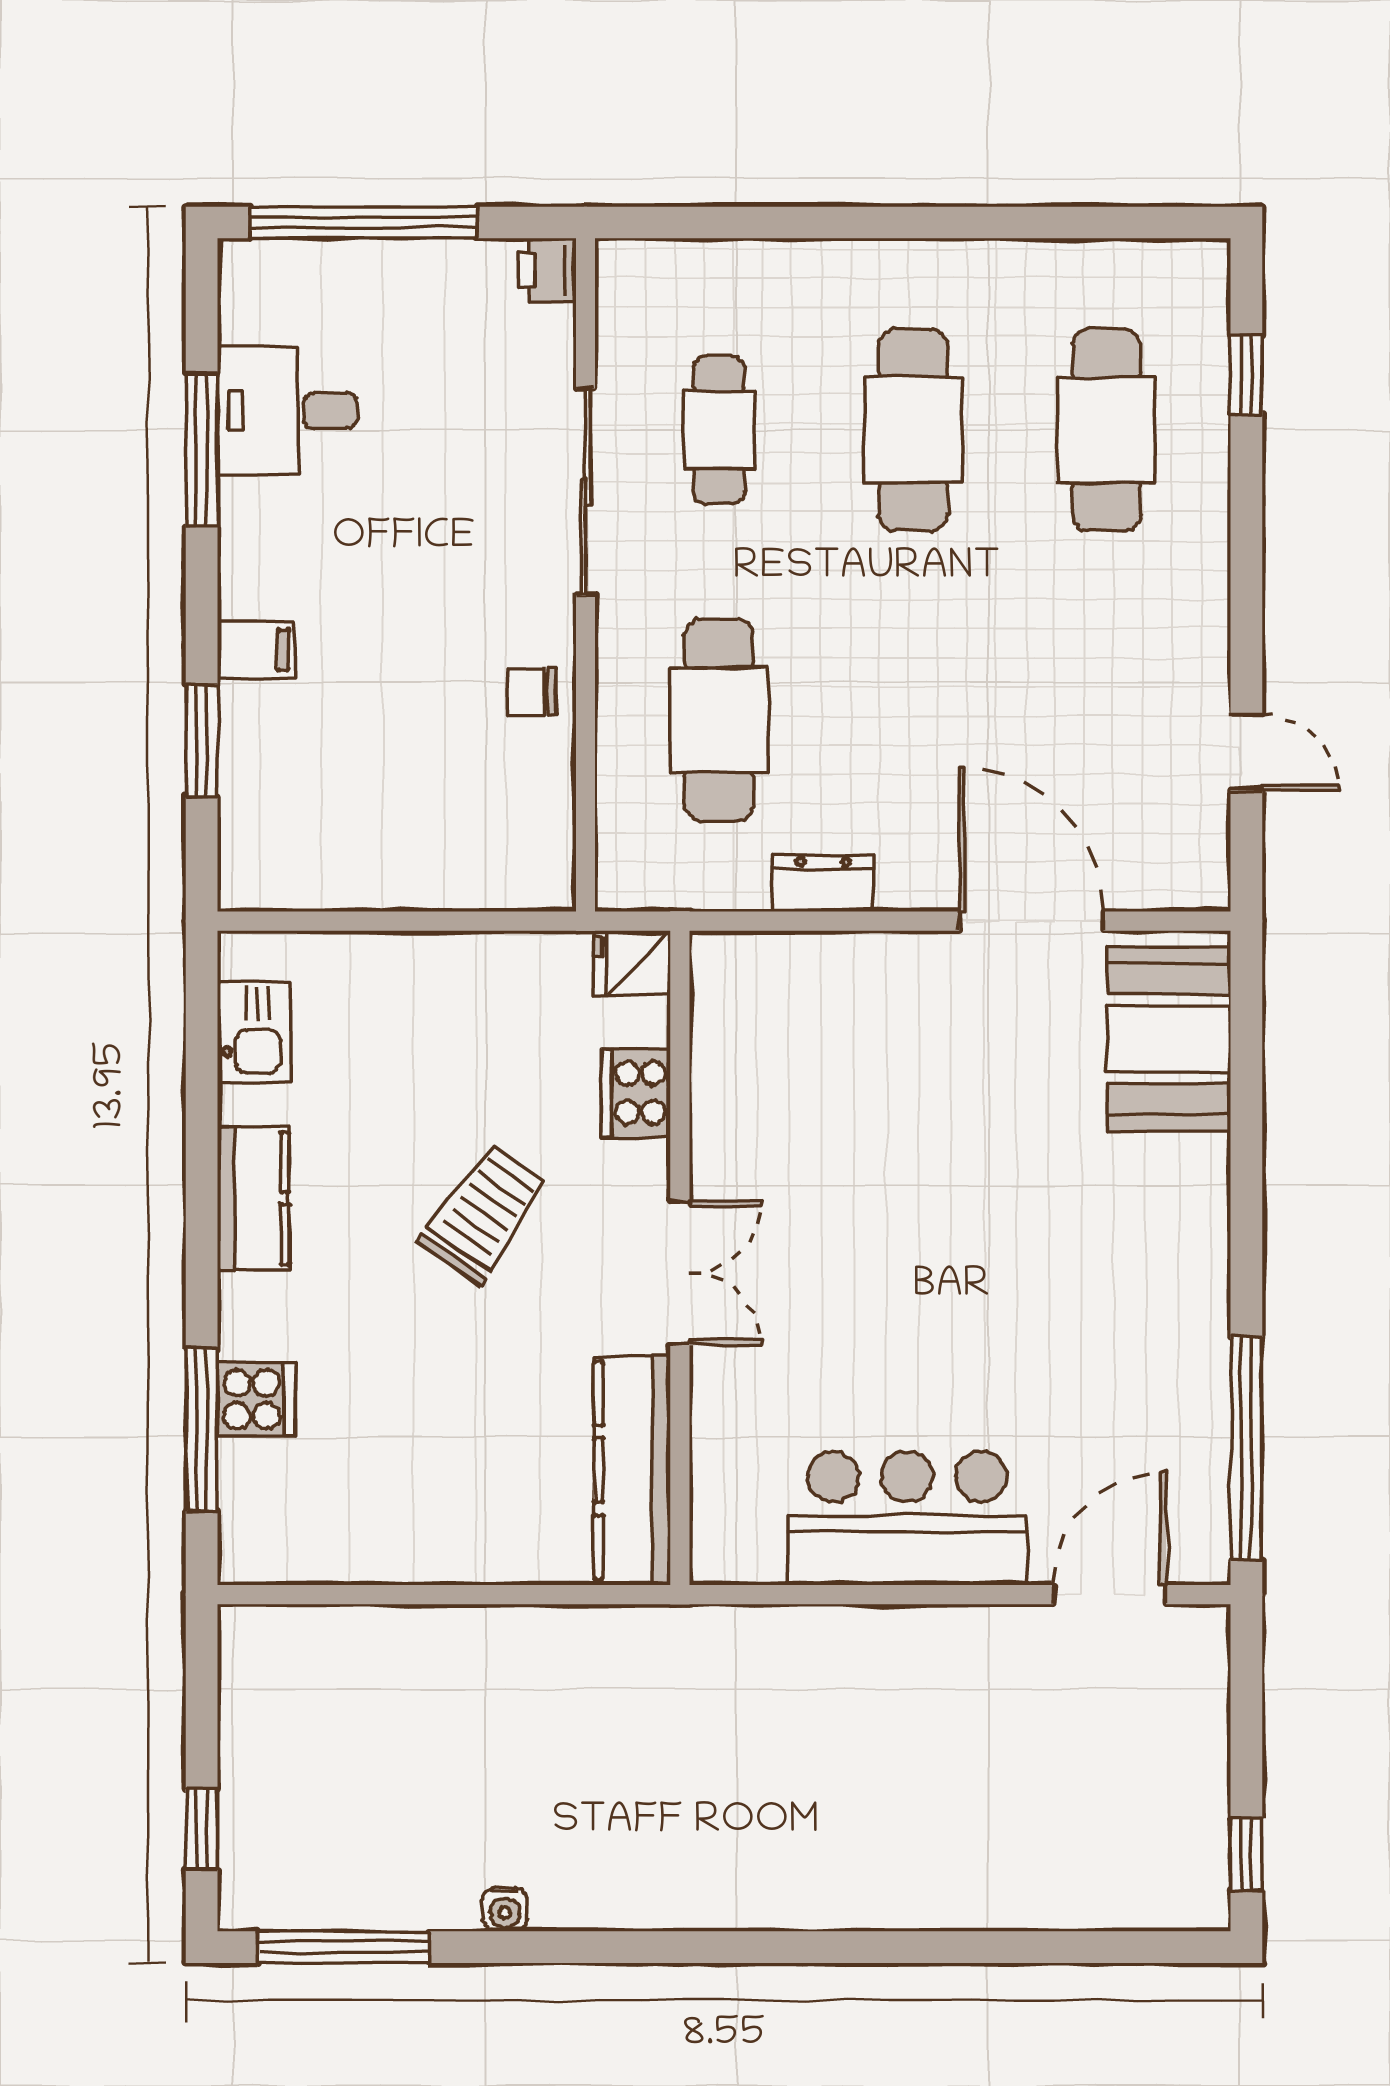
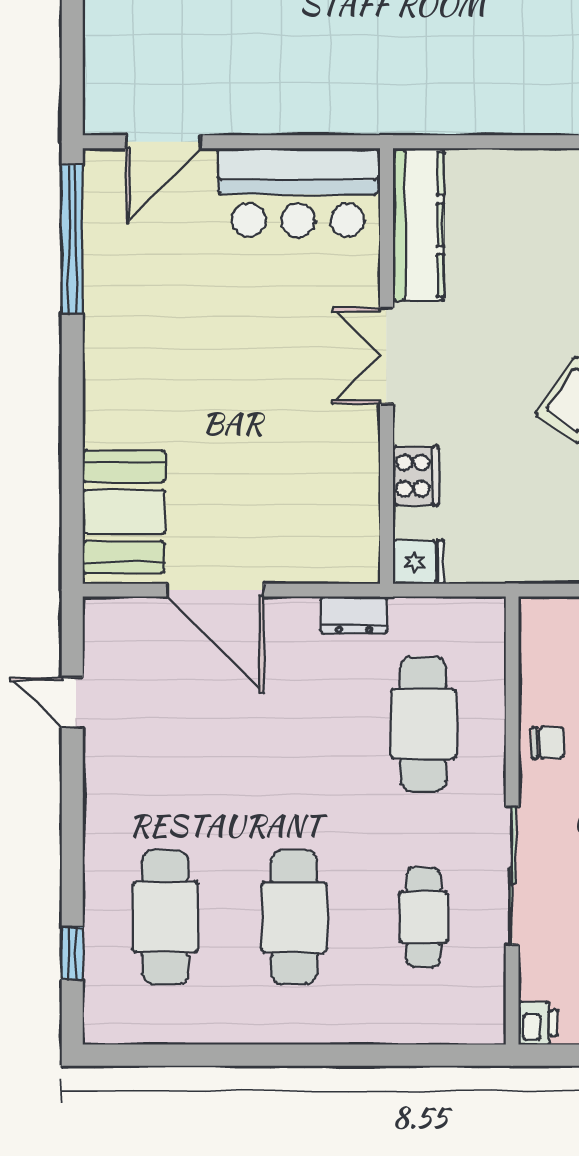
fridge: (632, 963) -> (418, 562), moved
cooker: (636, 1093) -> (416, 476), moved
wall: (680, 1258) -> (386, 366), moved
double door: (680, 1273) -> (386, 356), moved
kitchen counter: (632, 1470) -> (418, 225), moved

